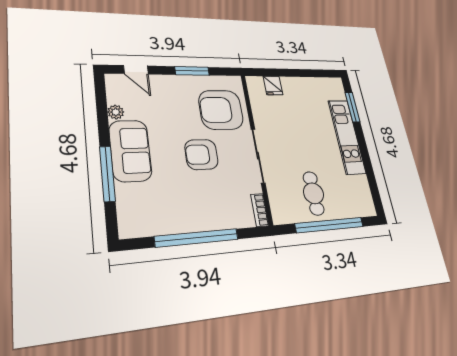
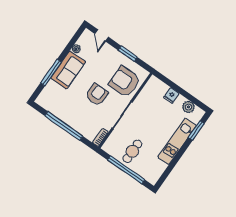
fridge: (273, 86) -> (171, 95), moved
plant: (319, 86) -> (188, 107), added
armchair: (201, 154) -> (97, 95), turned 90

